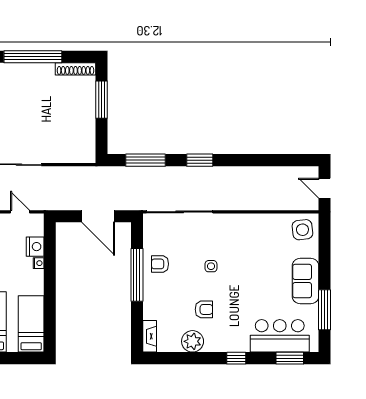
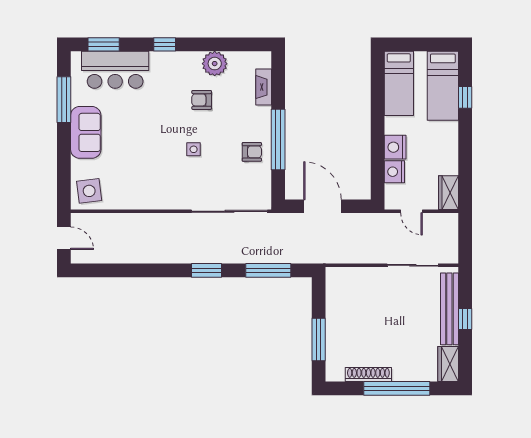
shoe rack: (75, 69) -> (368, 375), moved
nightstand: (39, 263) -> (395, 147), width x1.89, depth x1.79
fireplace: (150, 336) -> (264, 87), moved

